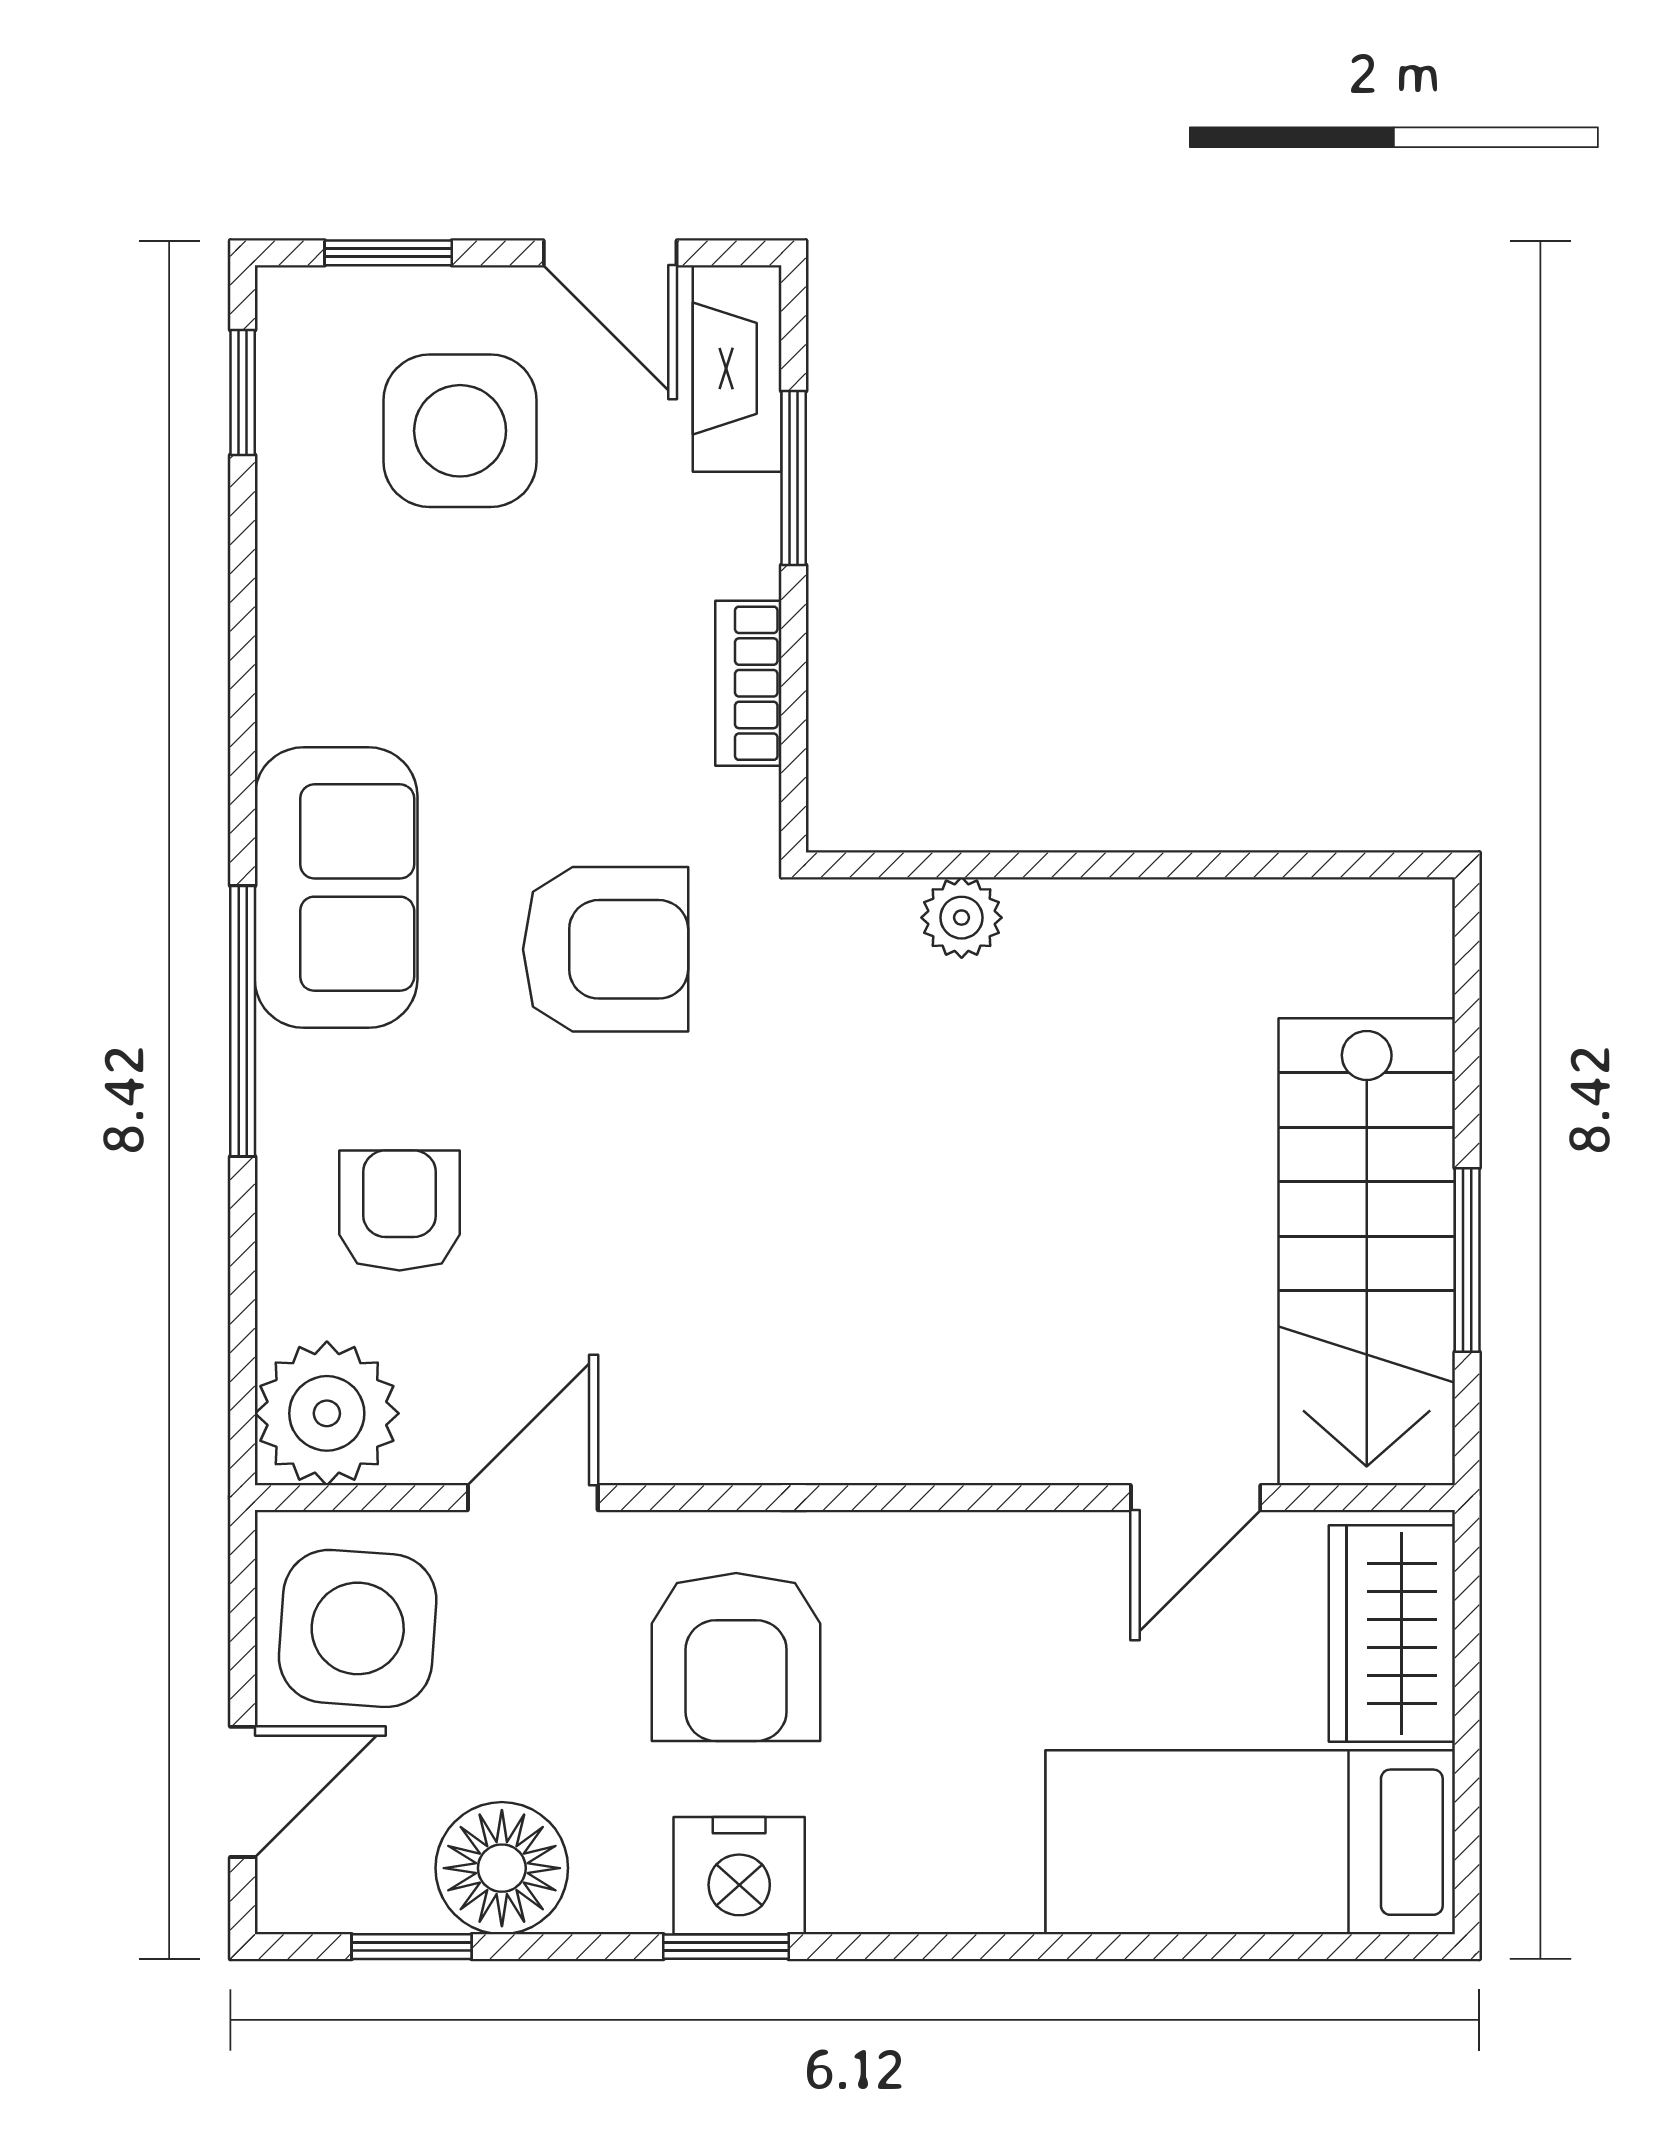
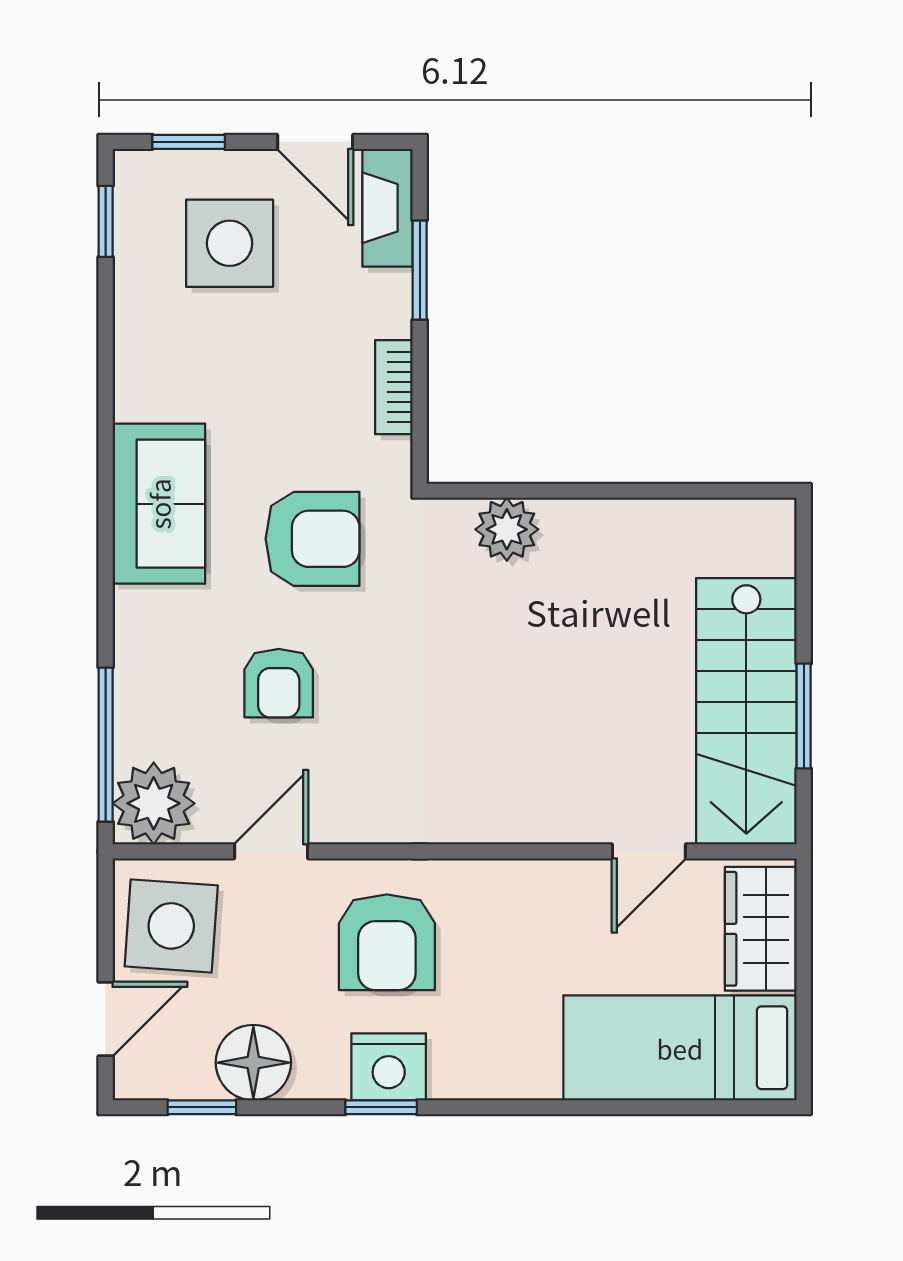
plant: (962, 918) -> (507, 529), width x1.38, depth x1.38
window: (243, 1021) -> (106, 745), moved
armchair: (400, 1211) -> (279, 683), moved, turned 180

